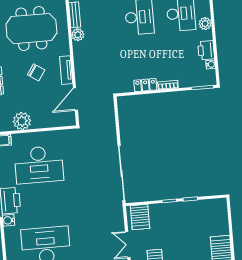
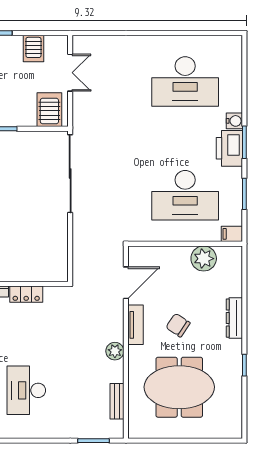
plant: (78, 35) -> (115, 351), moved
desk: (39, 165) -> (185, 195), turned 180

